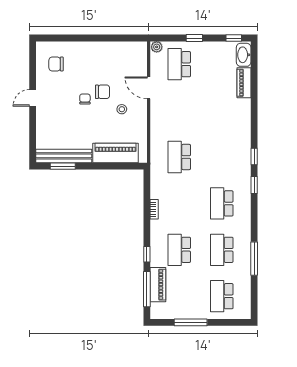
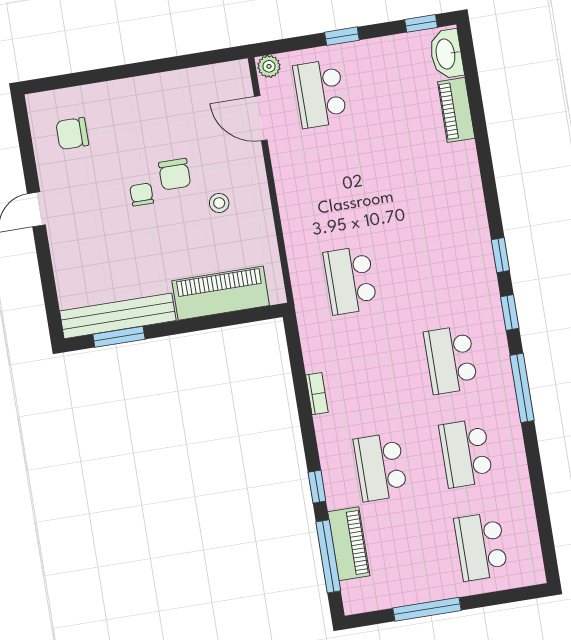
door: (149, 88) -> (261, 118), moved
chair: (102, 92) -> (175, 174), turned 90
window: (254, 259) -> (522, 388), moved

